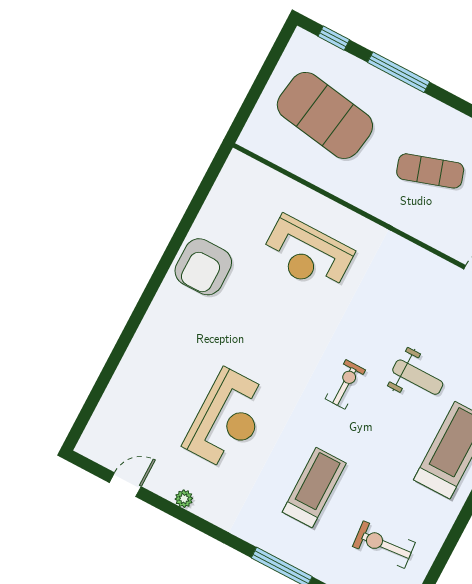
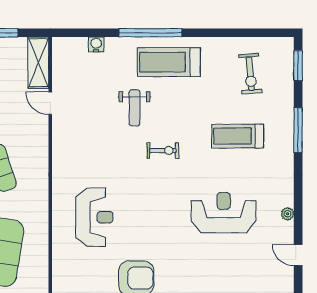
weight bench: (418, 377) -> (135, 108), turned 180
exercise bike: (345, 384) -> (163, 151), turned 180

